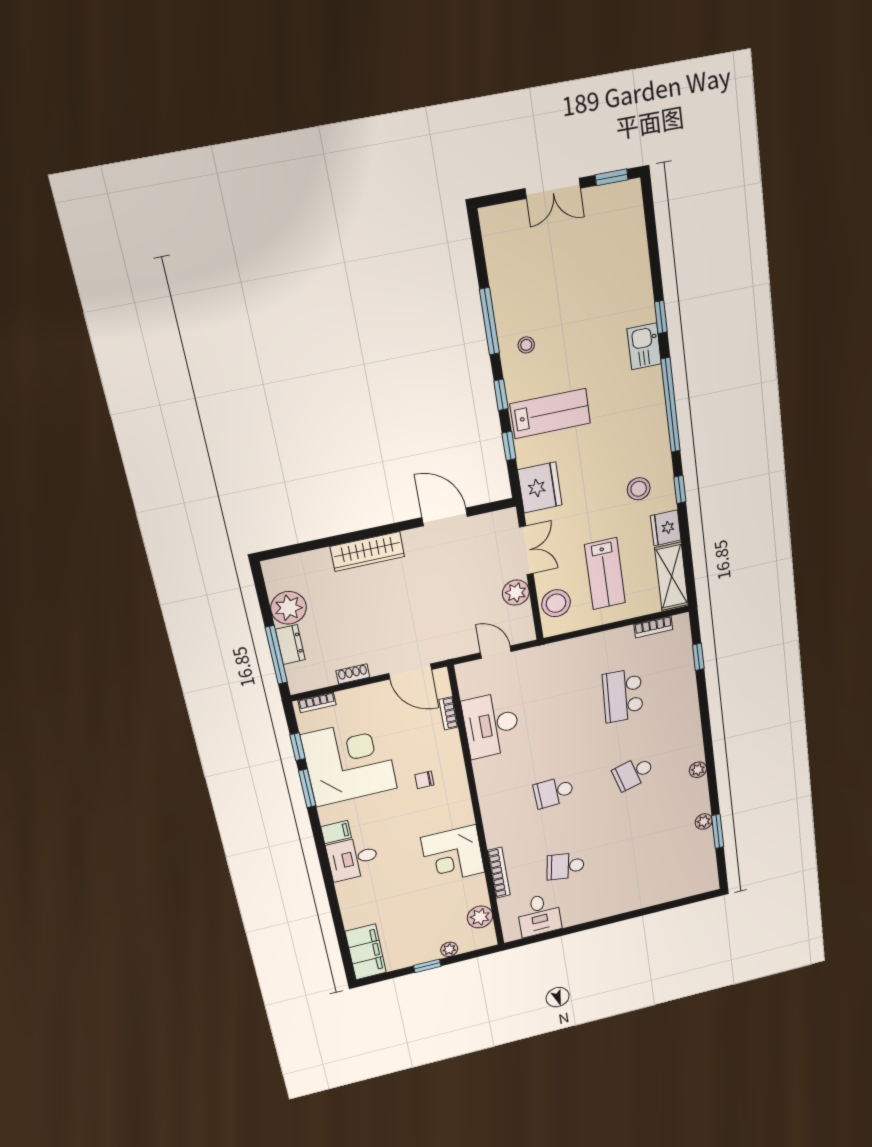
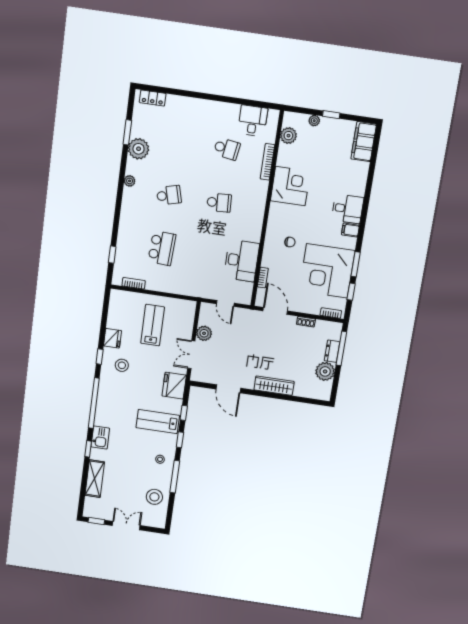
shelving: (672, 576) -> (95, 479), moved
stool: (556, 603) -> (154, 497), moved
plant: (704, 822) -> (139, 149), width x1.87, depth x1.87
locker: (692, 887) -> (153, 98), added

